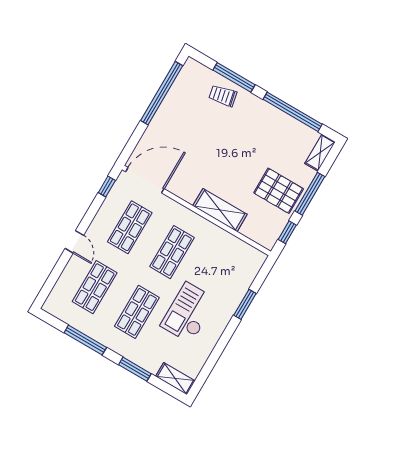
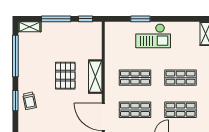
window: (234, 77) -> (15, 101), width x0.69
pallet: (279, 191) -> (65, 76), moved
shelving: (220, 210) -> (95, 77), moved
checkout: (189, 313) -> (153, 36), moved

